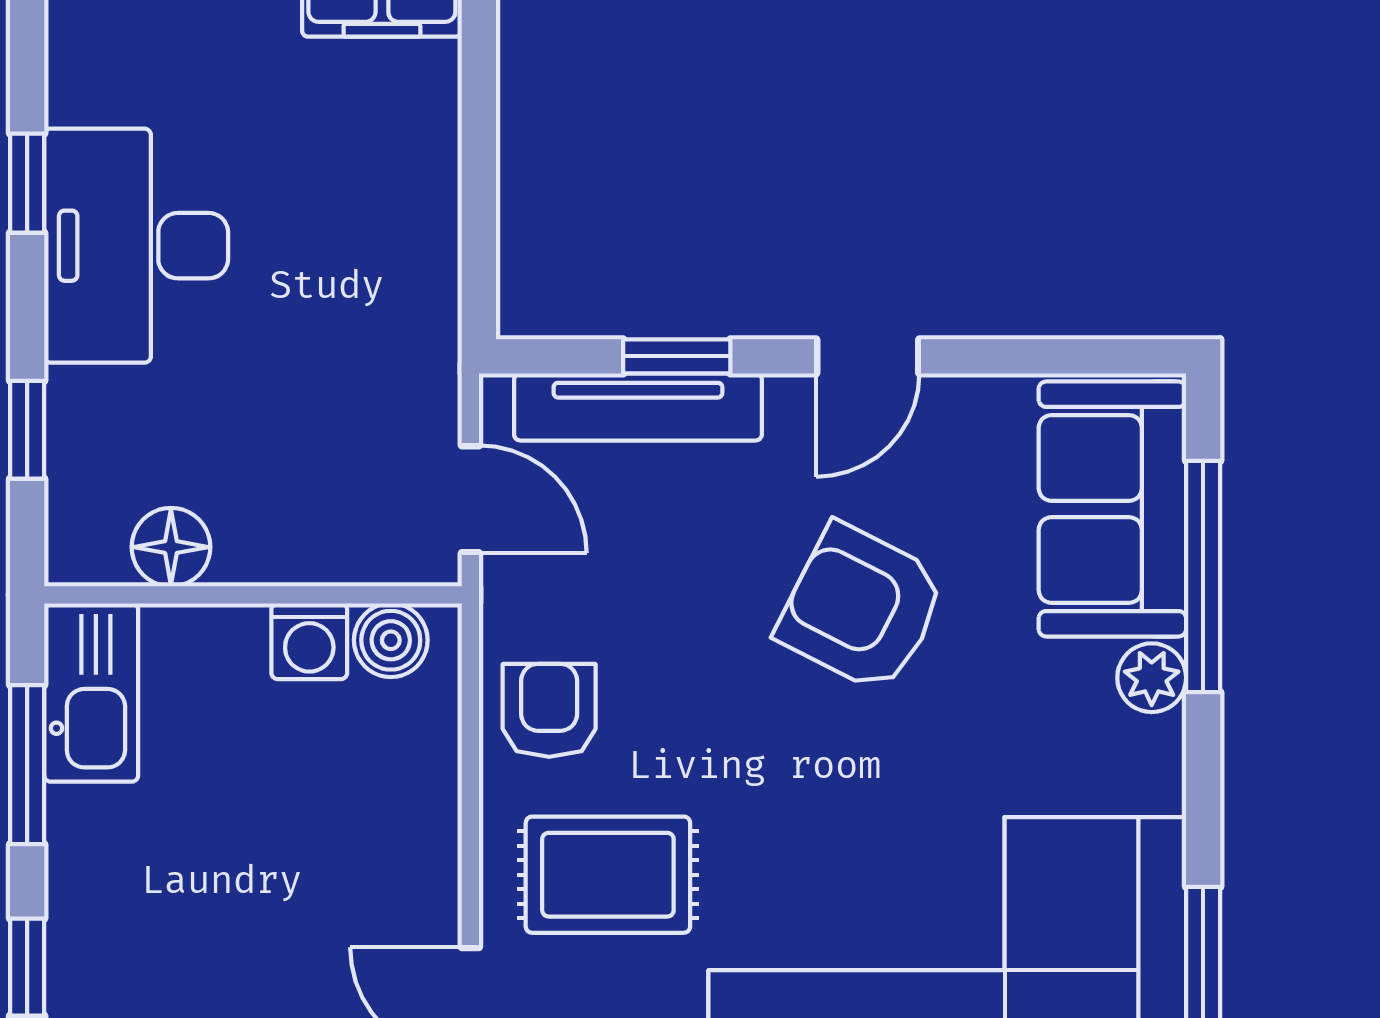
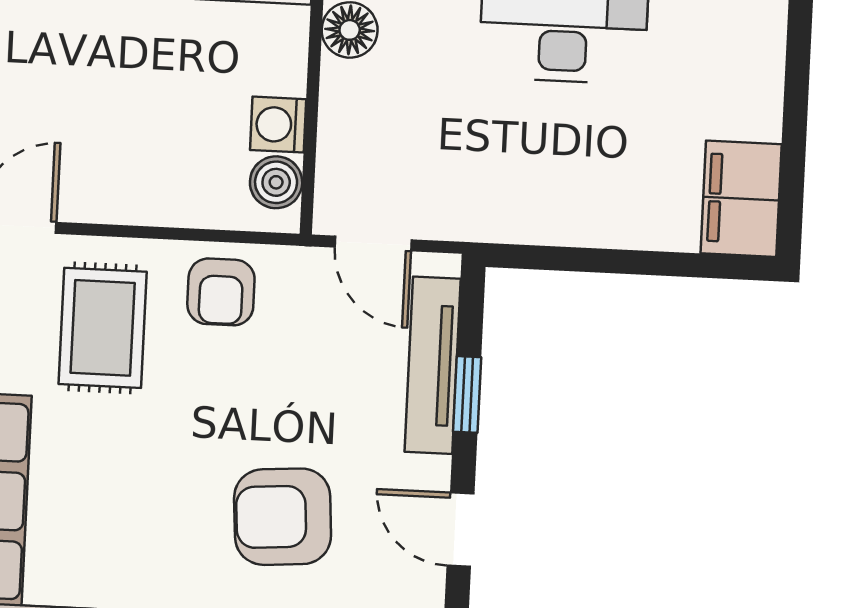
door: (470, 499) -> (373, 243), hinge flipped
armchair: (862, 608) -> (283, 517), turned -121
armchair: (549, 710) -> (221, 292), turned 90

